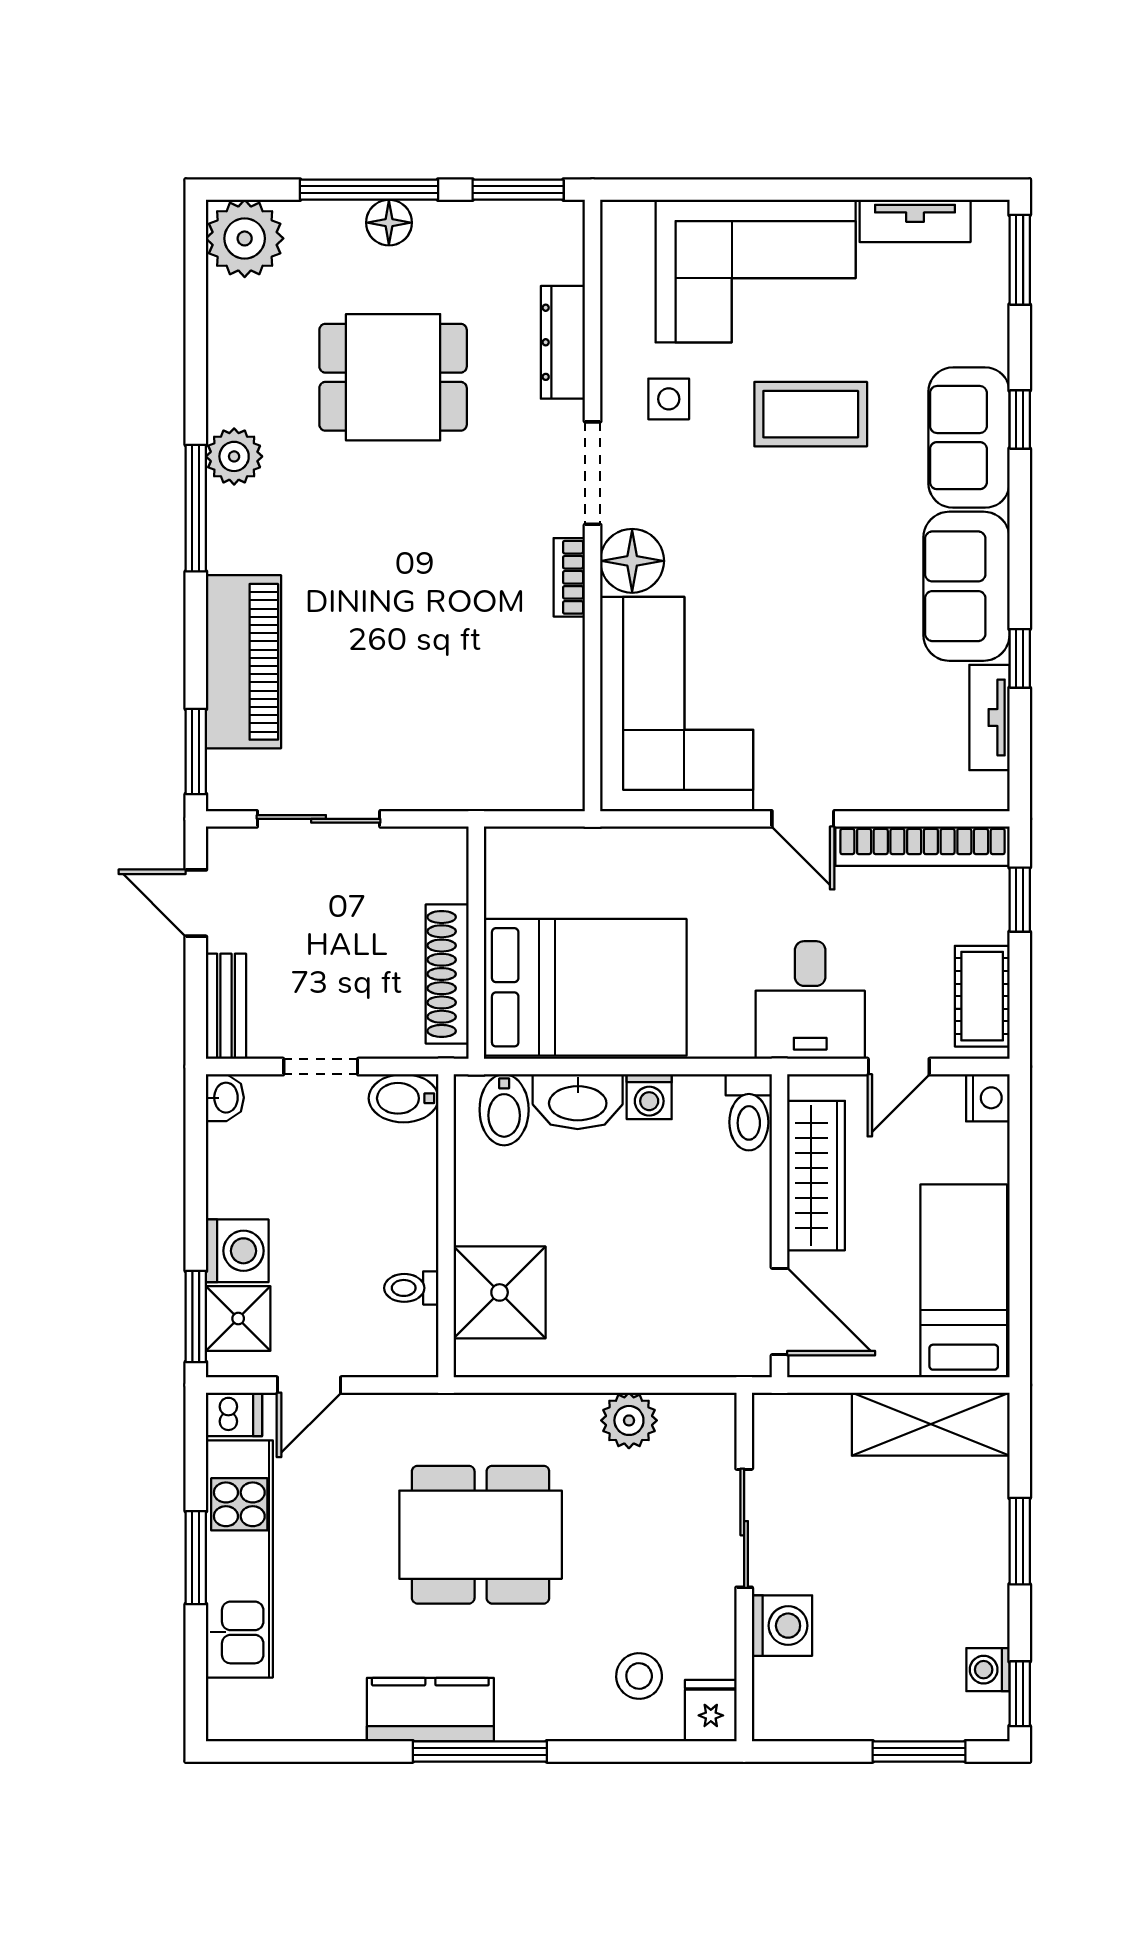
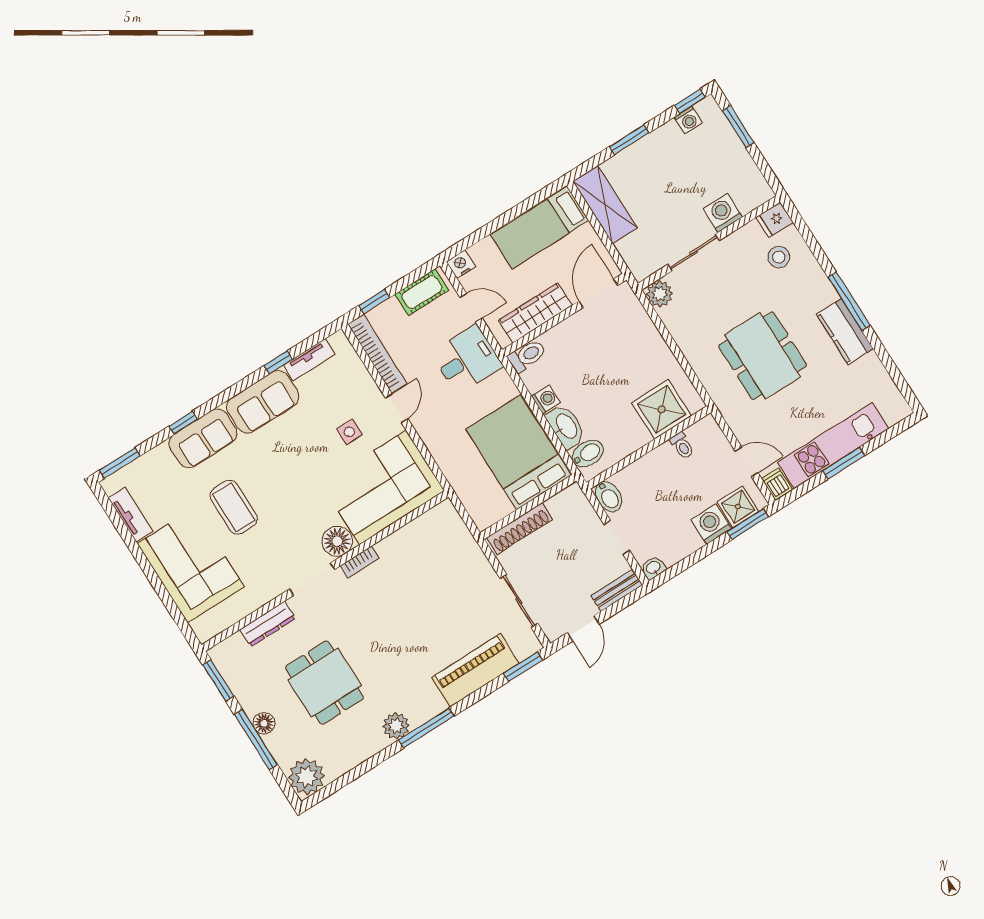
side table: (669, 399) -> (349, 432), moved
shoe rack: (447, 974) -> (520, 529), moved
plant: (629, 1420) -> (660, 294), moved

